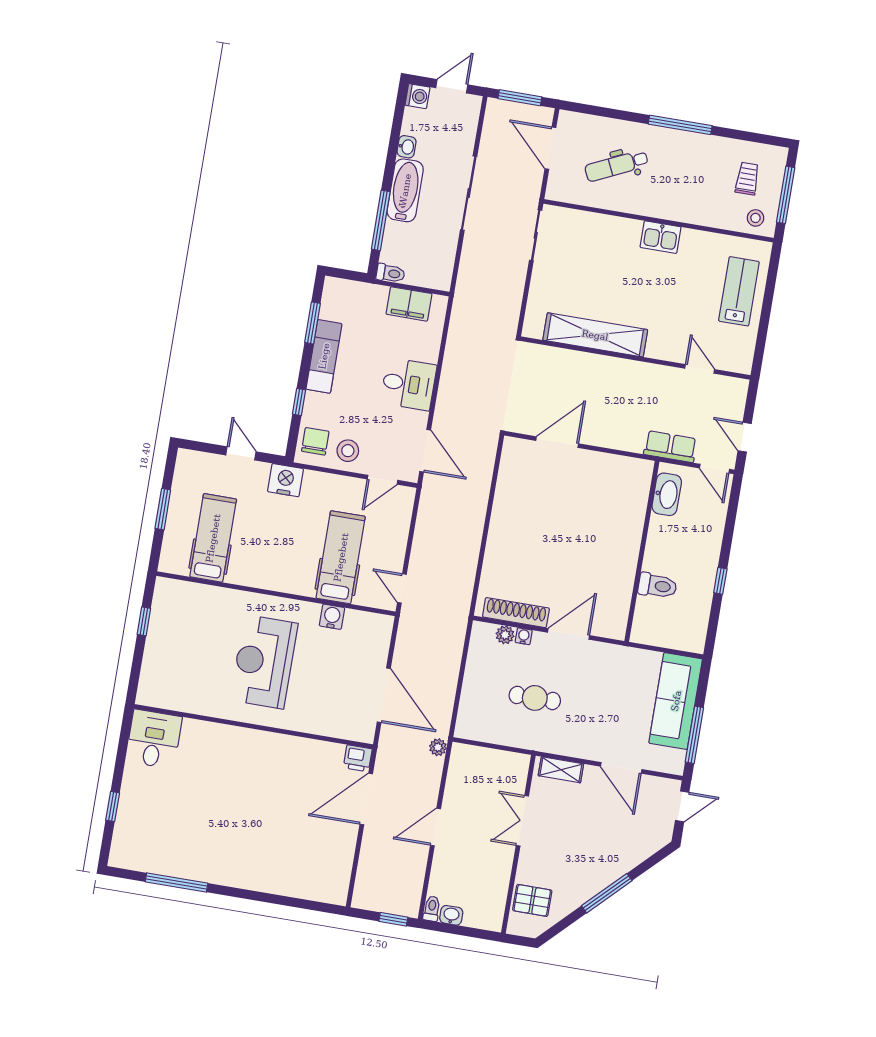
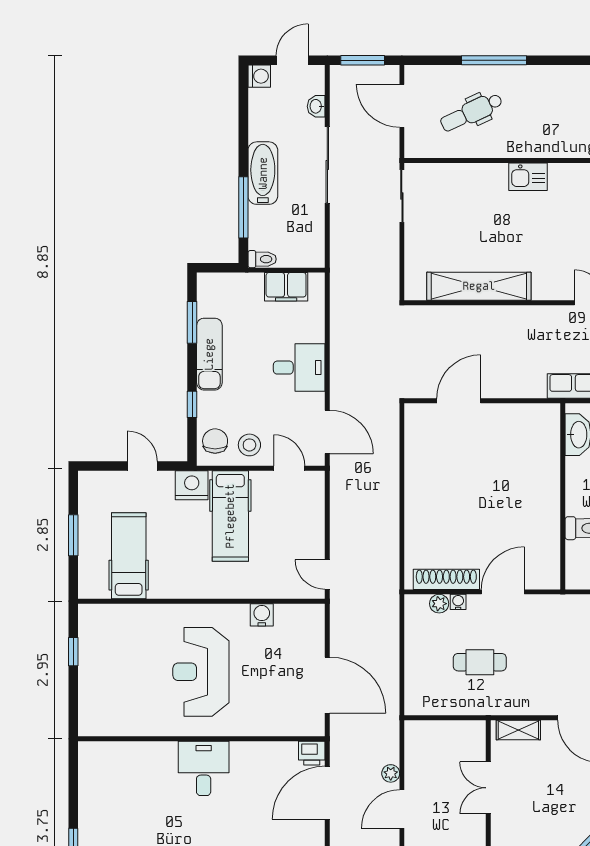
window: (680, 125) -> (494, 60), moved
washbasin: (407, 147) -> (316, 106), moved, turned 180
door: (383, 480) -> (289, 468), swing flipped
hospital bed: (341, 557) -> (230, 516), moved, turned 180
desk: (154, 739) -> (204, 768), moved
plant: (438, 747) -> (391, 773), moved

